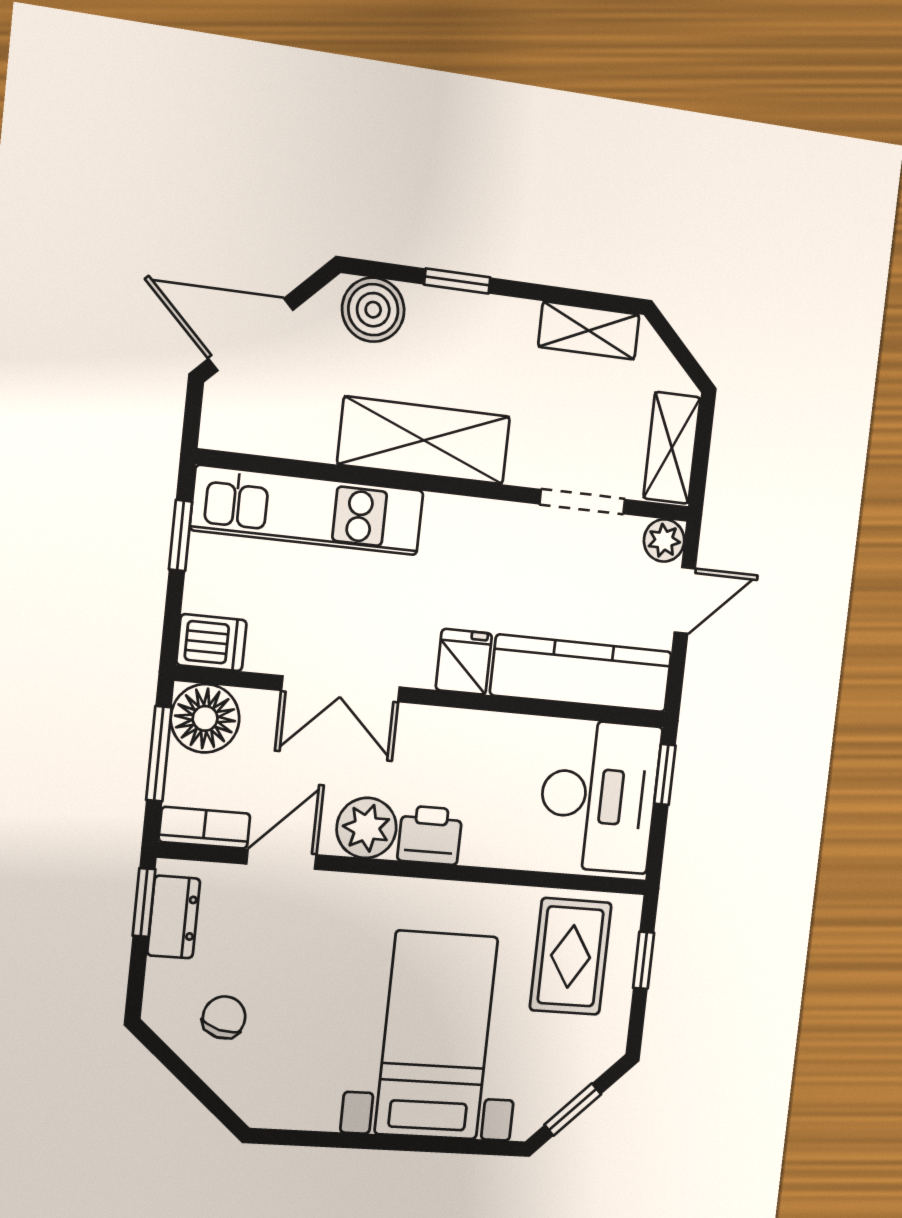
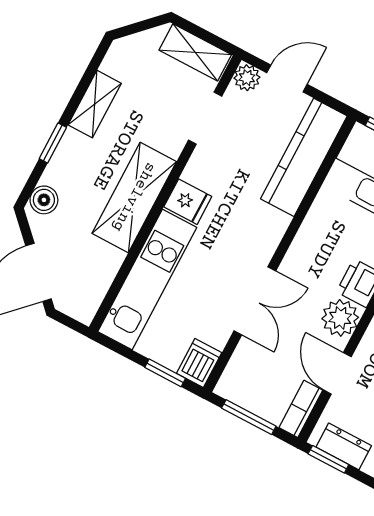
boiler: (373, 310) -> (44, 200), width x0.73, depth x0.73
shelving: (589, 331) -> (95, 104), moved
window: (180, 535) -> (165, 373), moved
door: (685, 600) -> (287, 79), hinge flipped
fridge: (464, 662) -> (188, 202), moved, turned 180
floor lamp: (205, 718) -> (240, 384), removed

